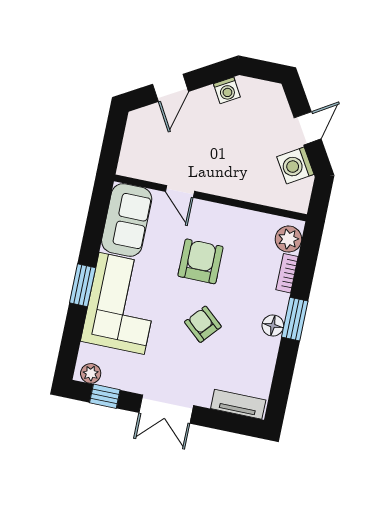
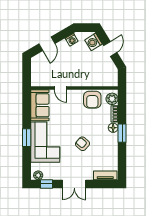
washing machine: (295, 166) -> (93, 42), moved
armchair: (200, 261) -> (92, 100), moved, turned 180
floor lamp: (273, 326) -> (113, 128), moved

